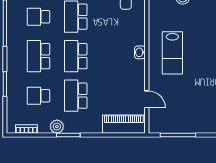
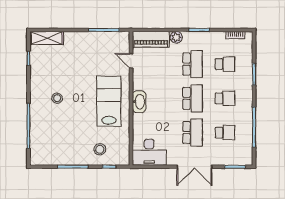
washbasin: (140, 52) -> (139, 102), width x1.91, depth x1.45
lab bench: (172, 53) -> (109, 101), width x1.36, depth x1.39
school desk: (38, 56) -> (225, 98), width x0.54
plant: (57, 127) -> (176, 37), moved

